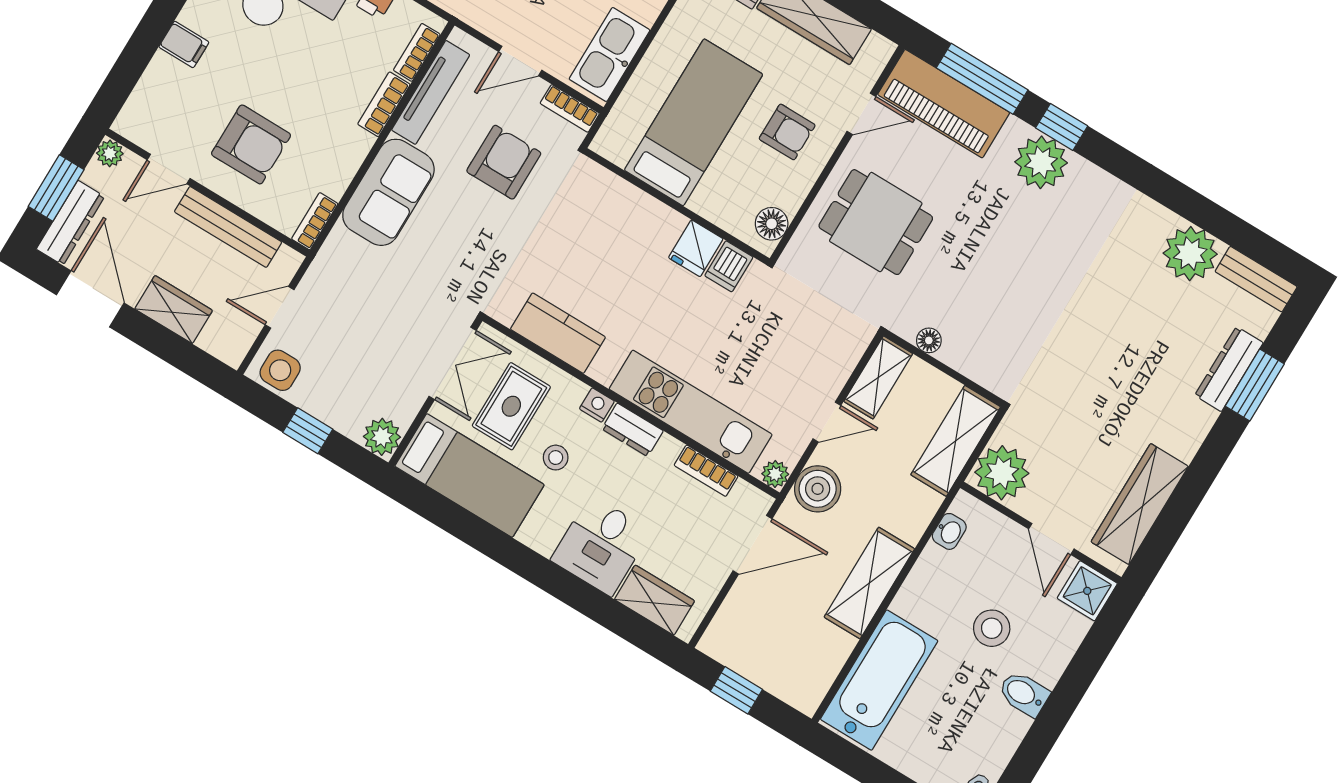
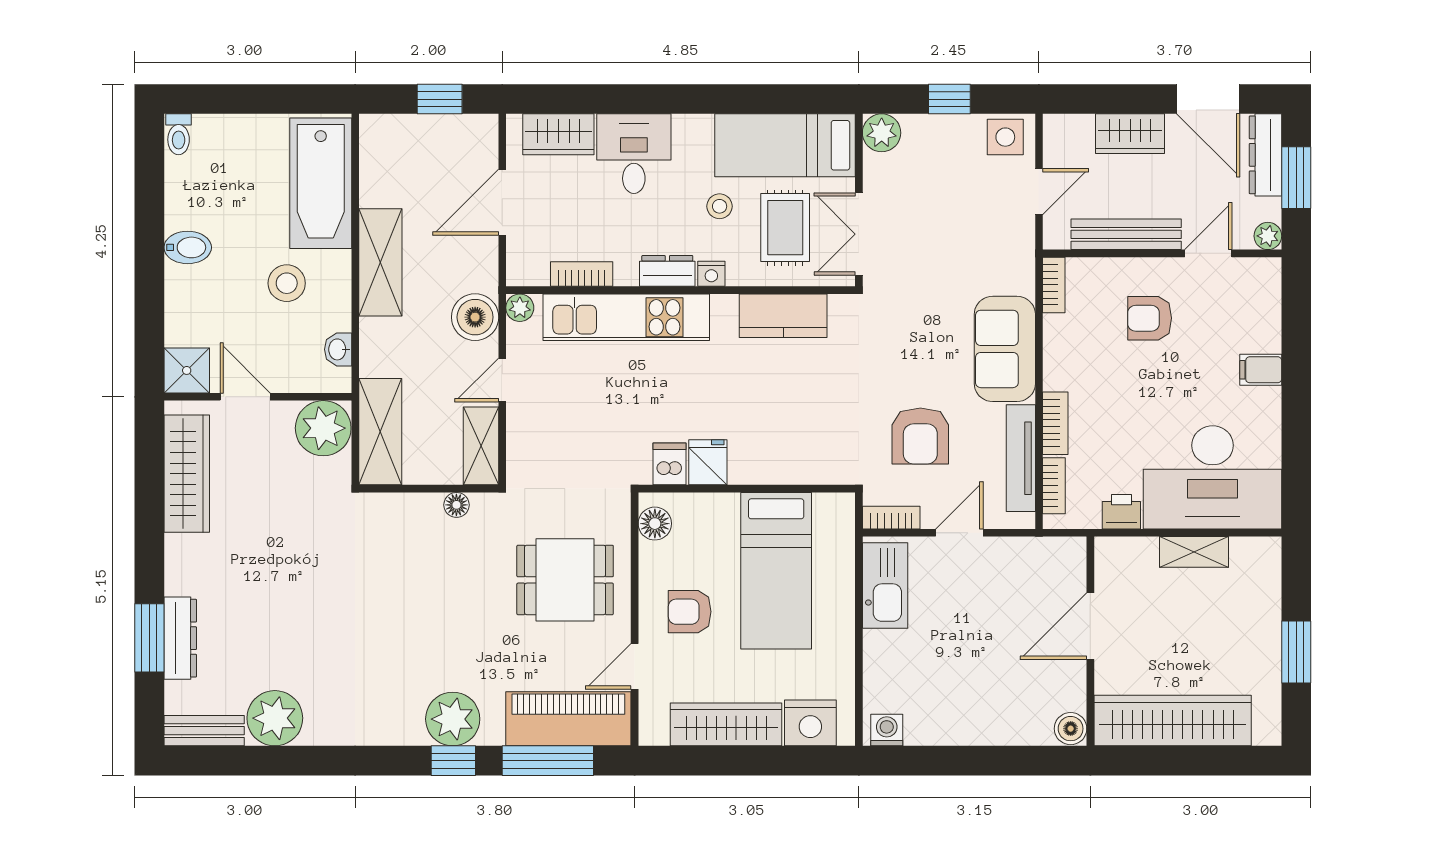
armchair: (251, 144) -> (1150, 318), width x0.72, depth x0.72
door: (753, 545) -> (502, 202), moved
stool: (992, 628) -> (287, 283), moved

